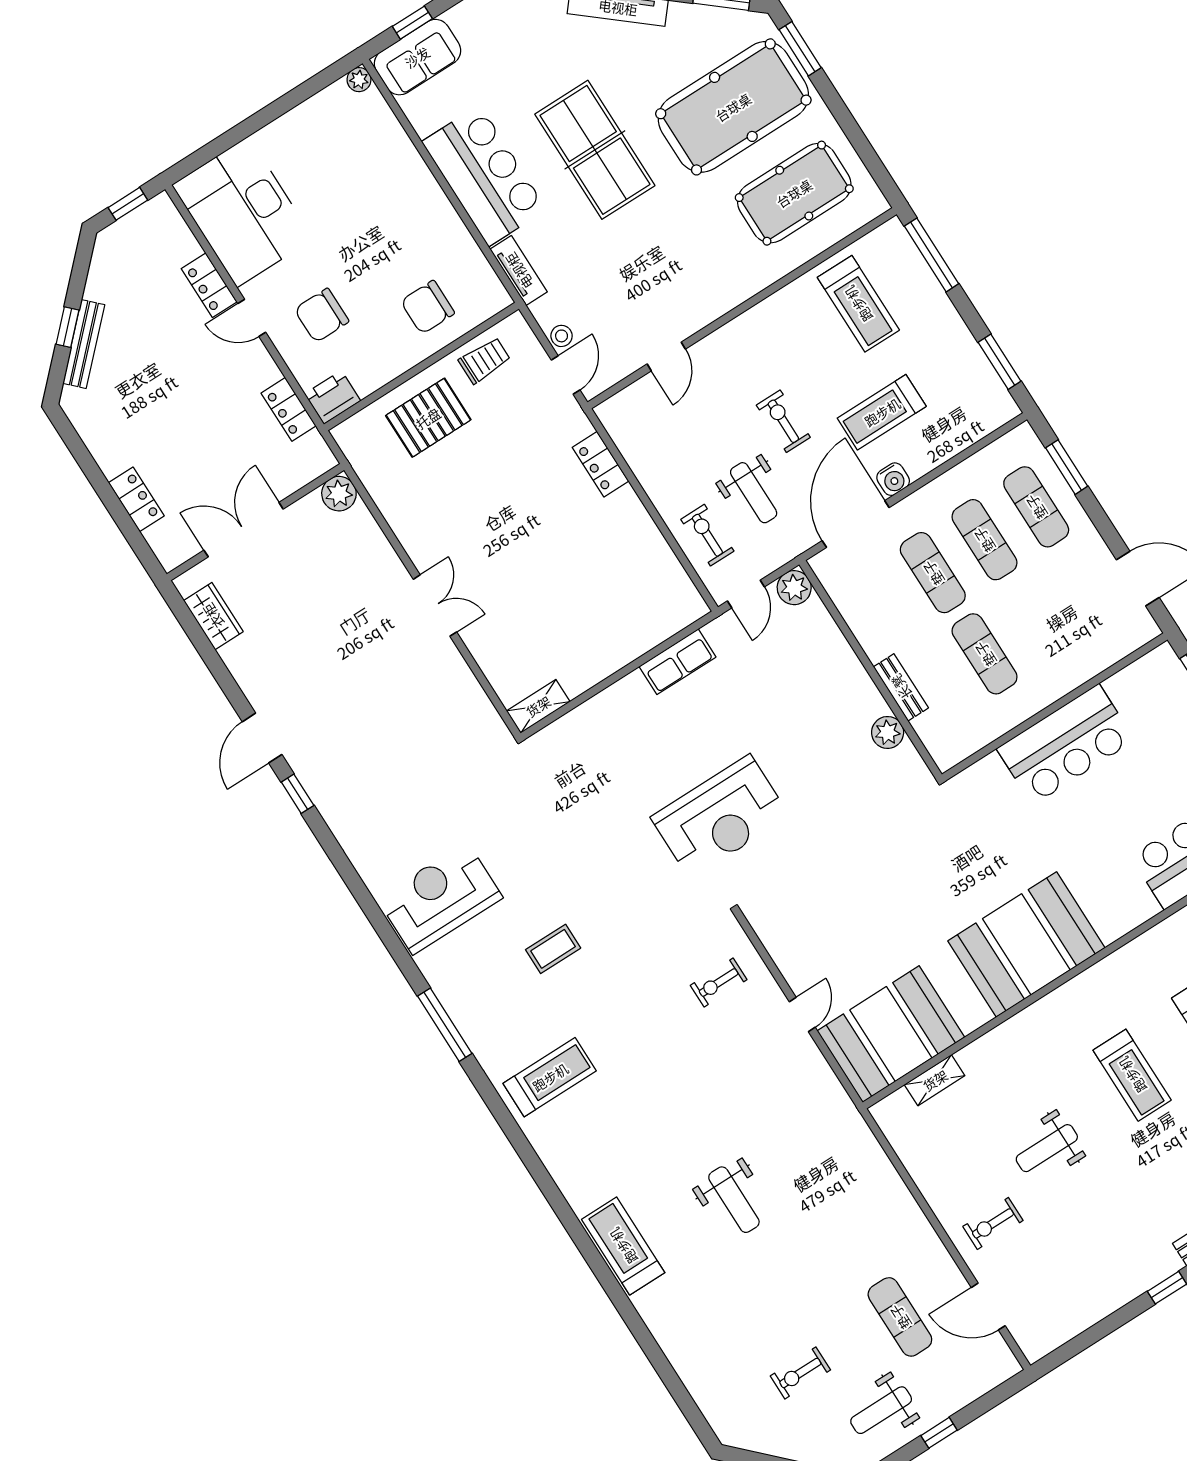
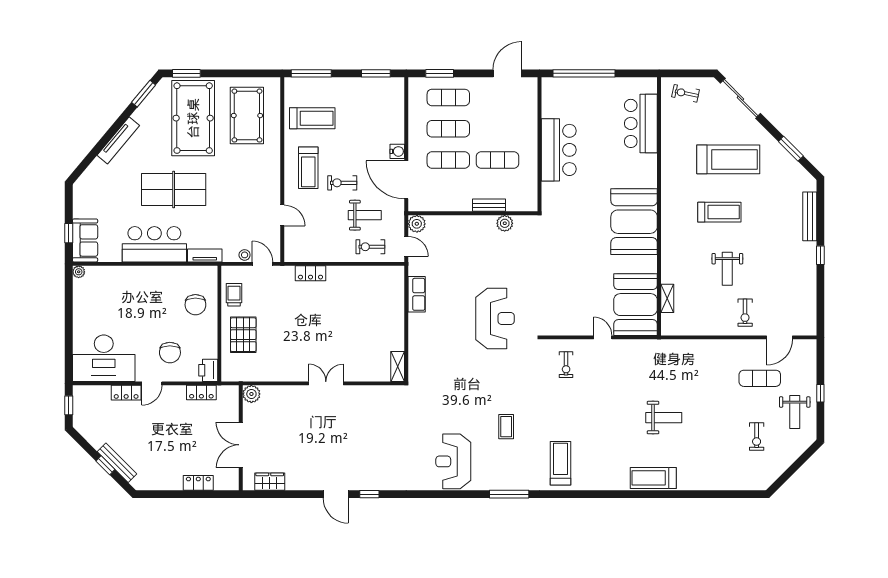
treadmill: (882, 412) -> (308, 168), moved

